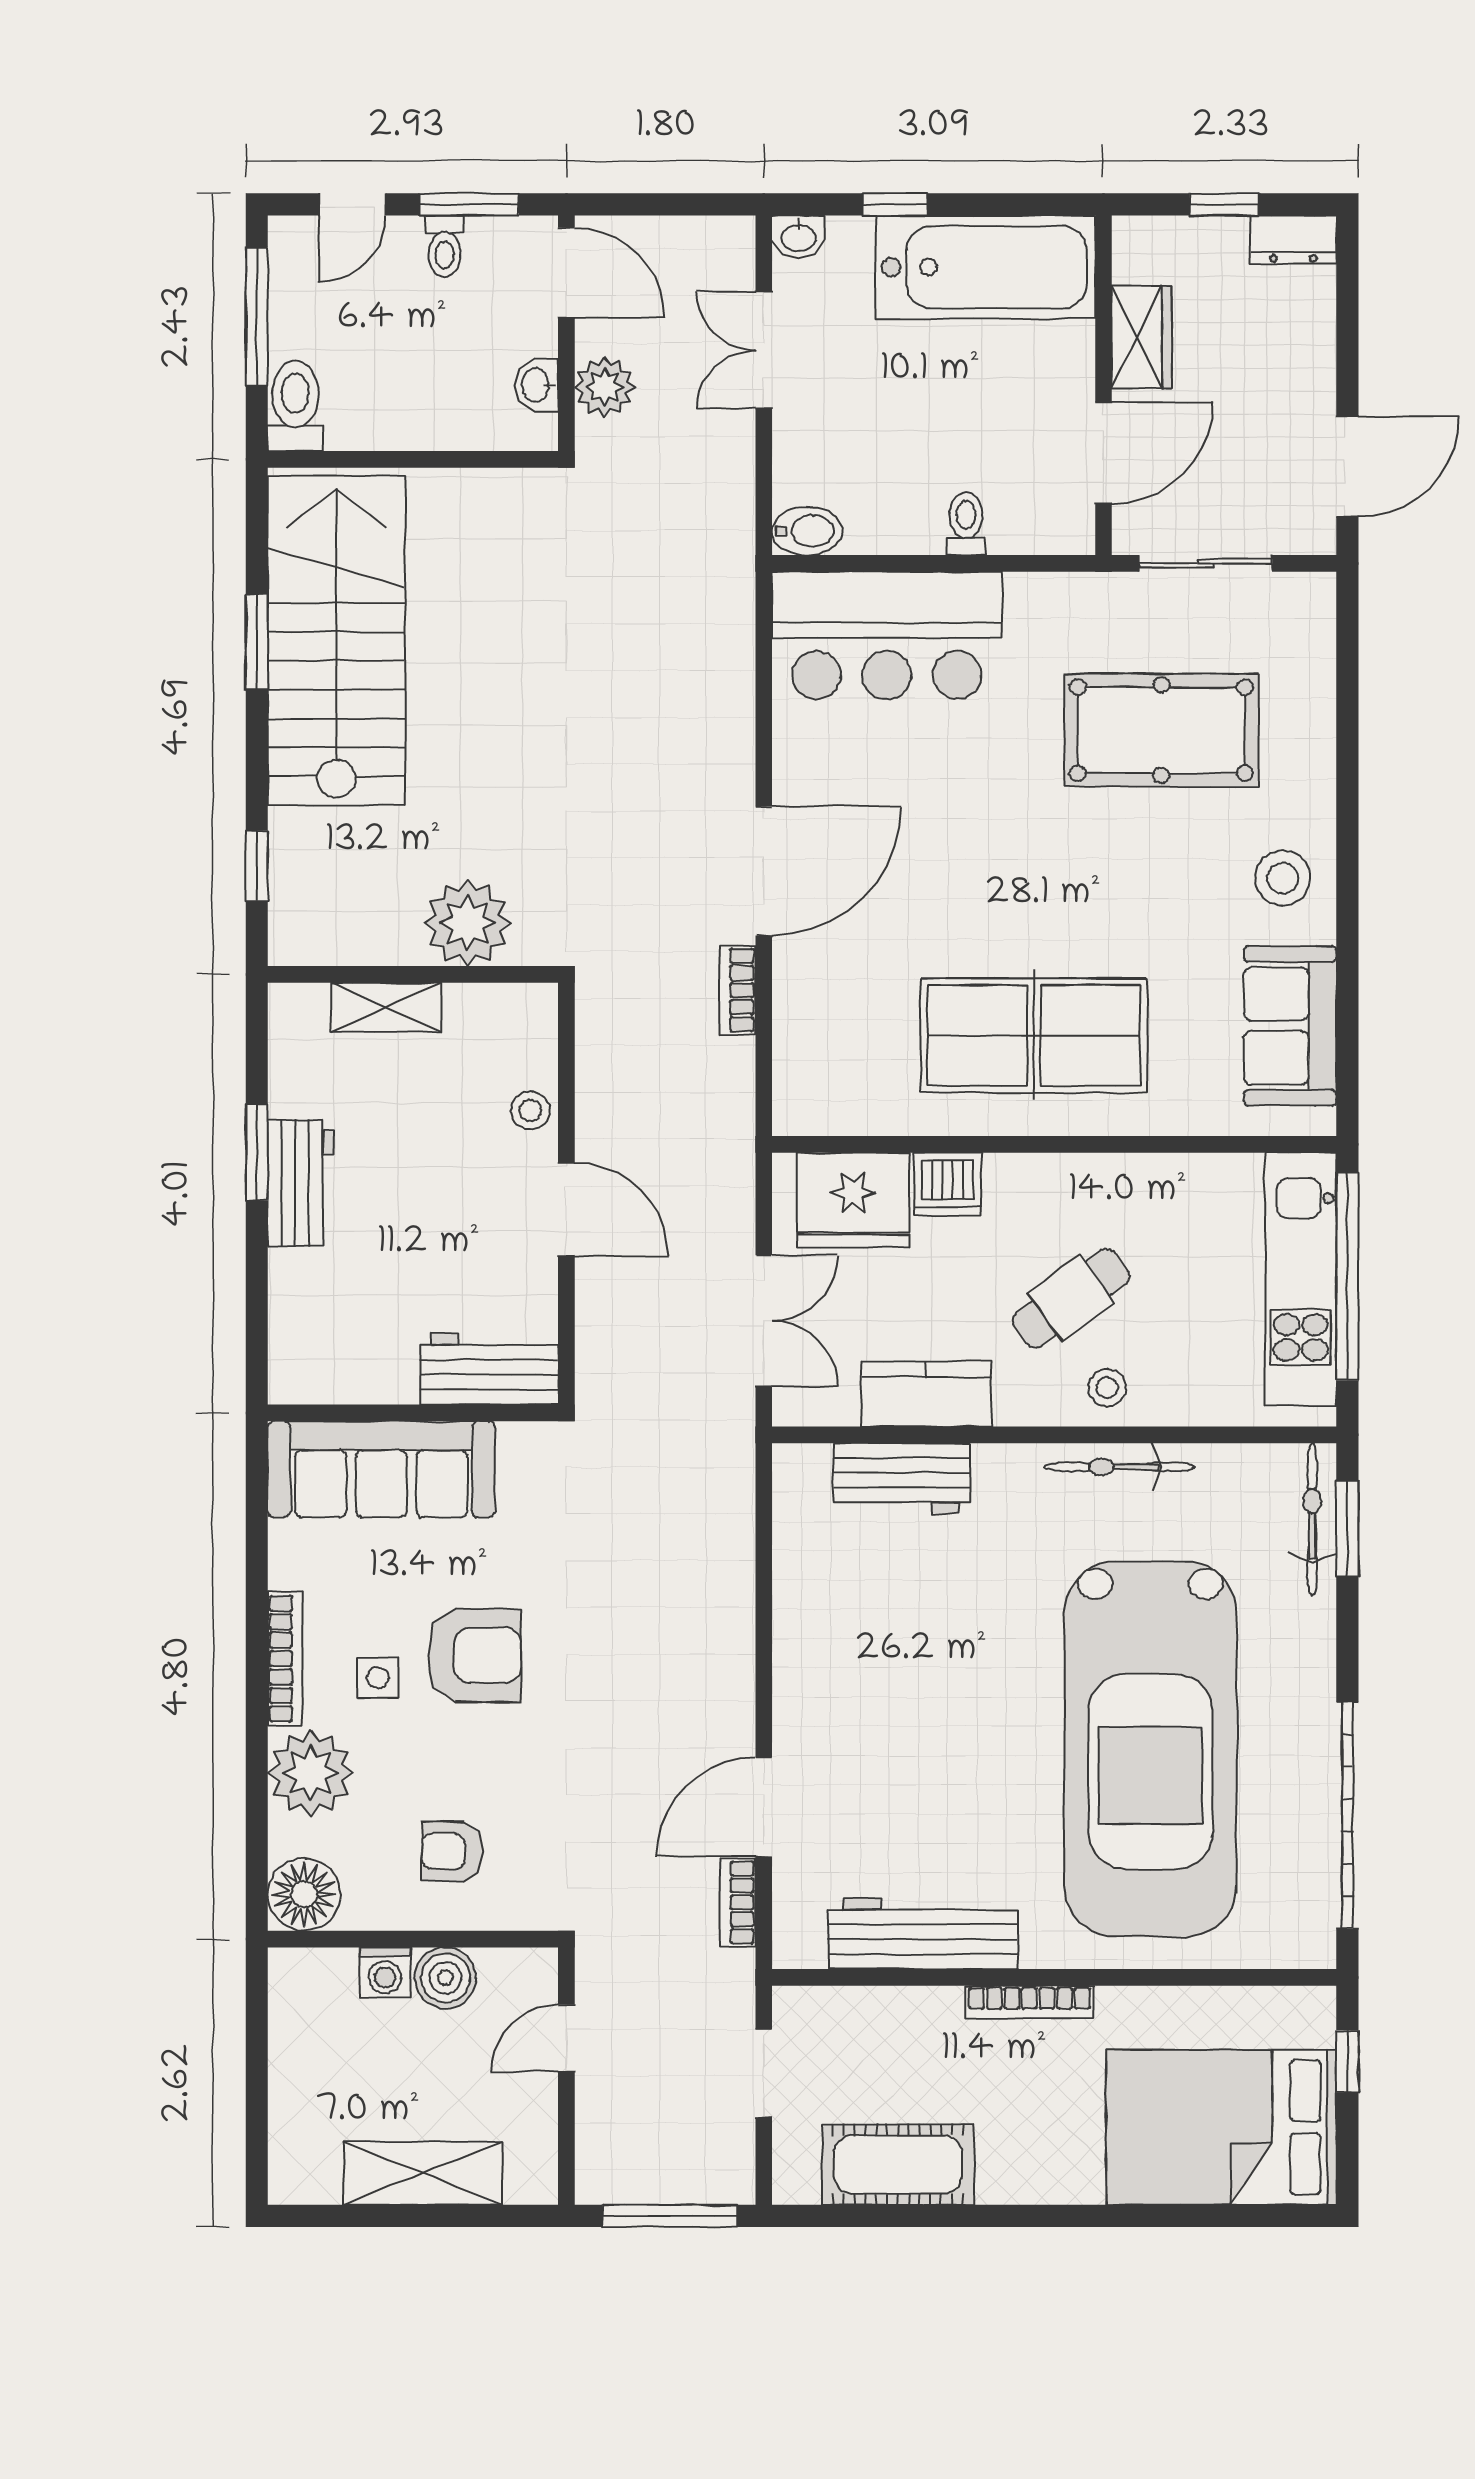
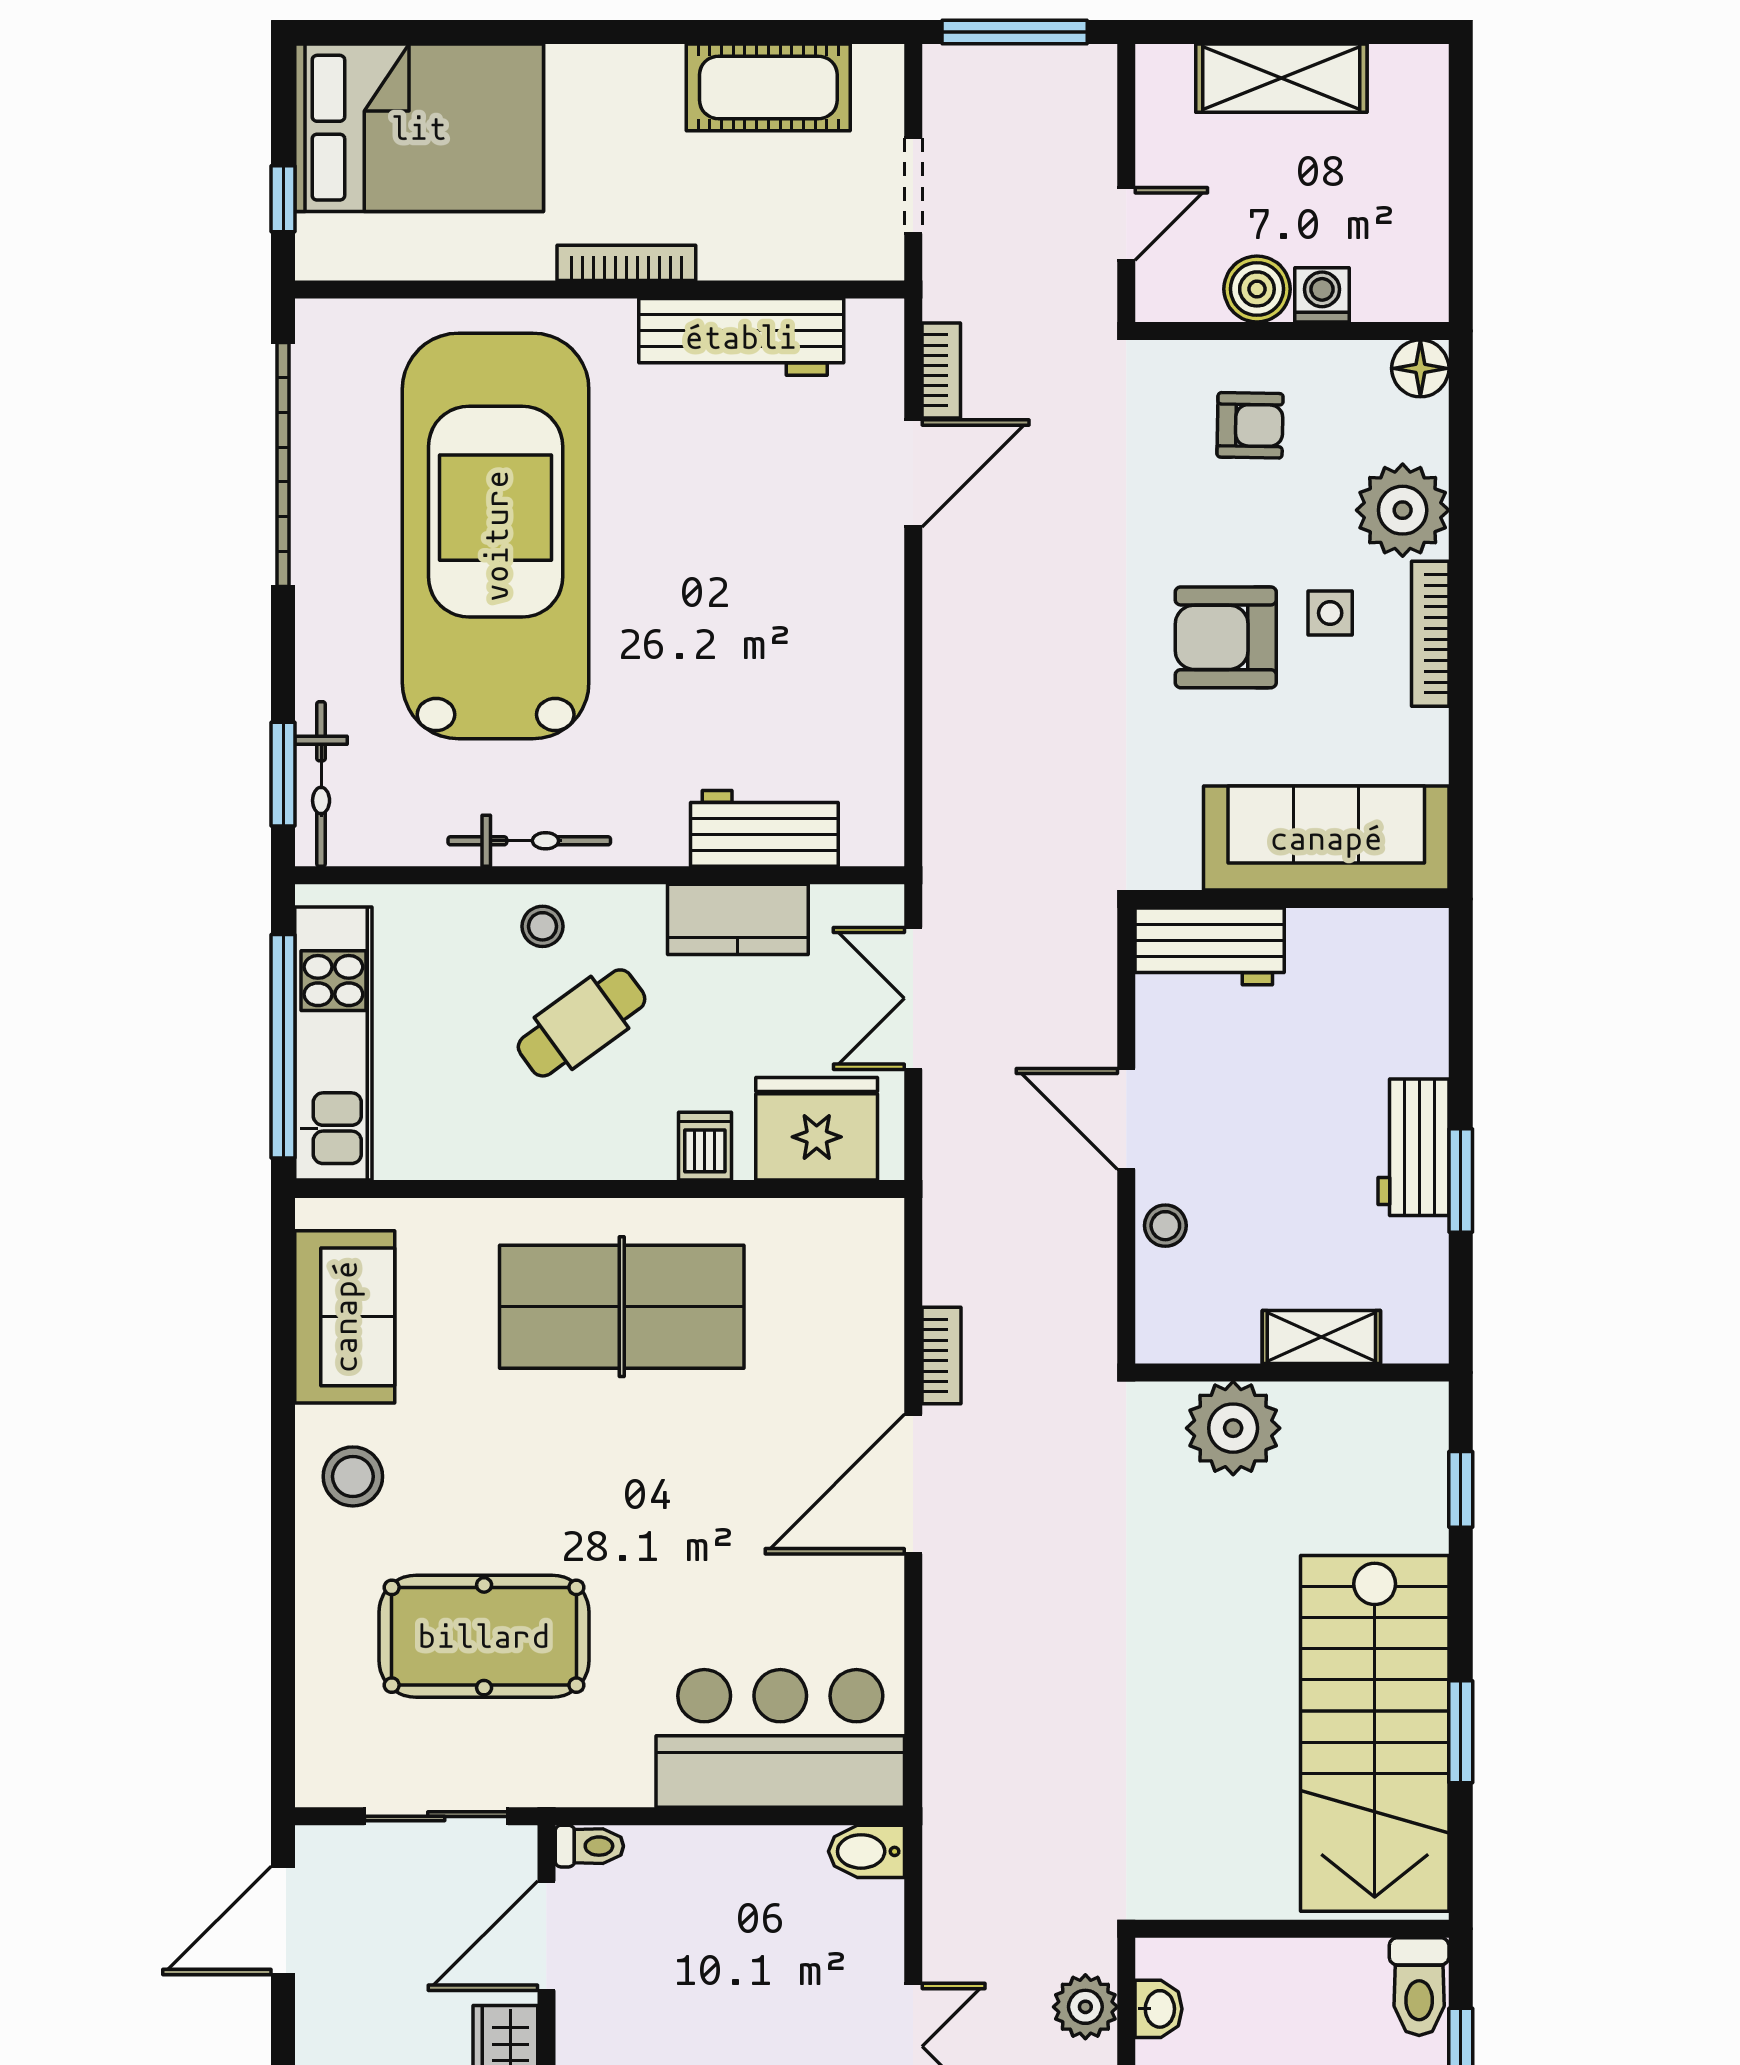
toilet: (966, 524) -> (589, 1846), moved, turned -90
dishwasher: (947, 1184) -> (705, 1146), width x0.73
floor lamp: (304, 1894) -> (1420, 368), width x0.73, depth x0.73

